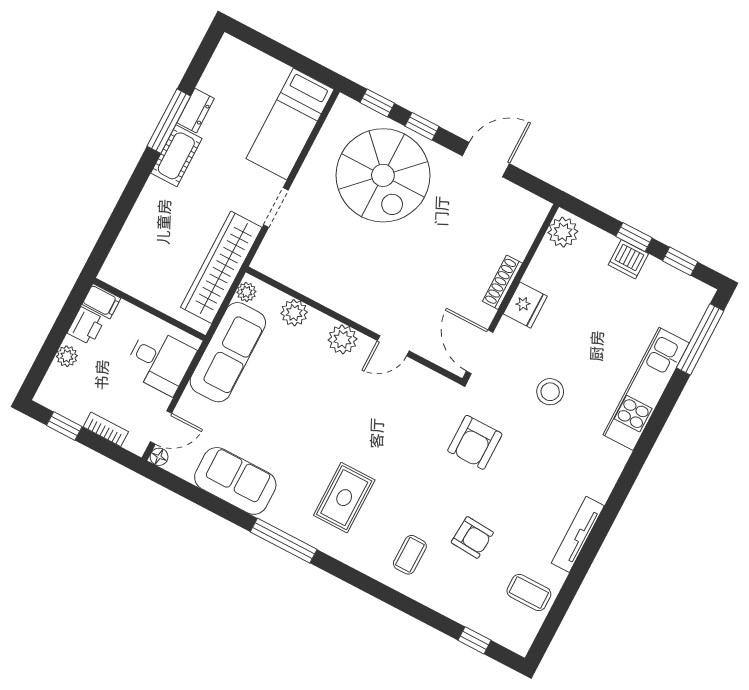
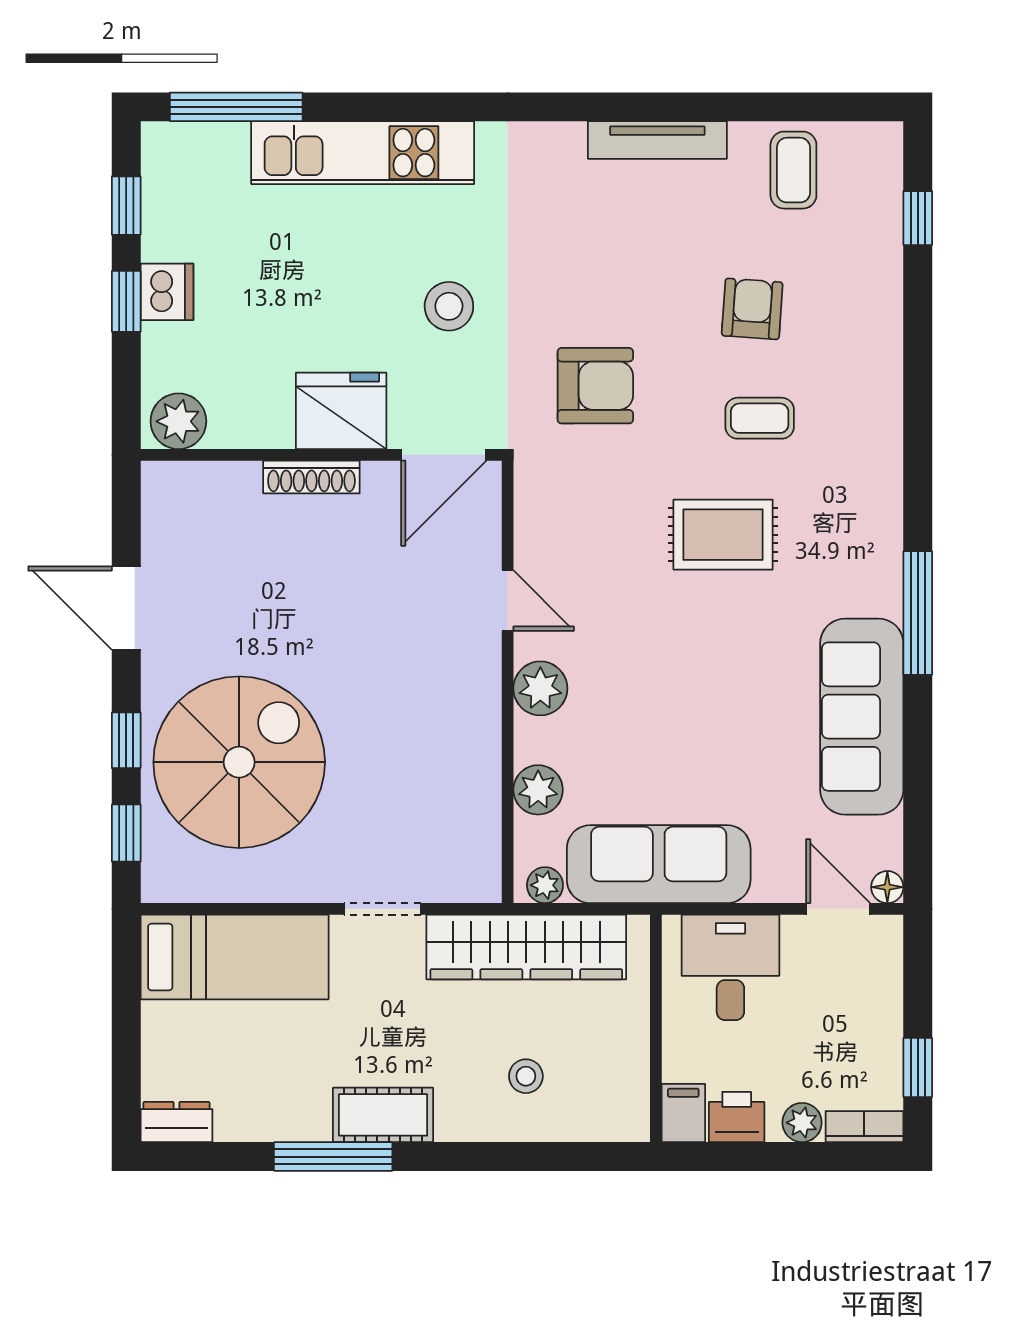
dresser: (196, 111) -> (176, 1122), moved
stool: (159, 235) -> (526, 1076), added
fridge: (525, 305) -> (341, 411), width x1.36, depth x1.34
bookcase: (106, 429) -> (864, 1127), moved, turned 90
sofa: (235, 481) -> (862, 717), width x1.36
rug: (344, 498) -> (723, 535), moved
coffee table: (410, 555) -> (760, 418), moved

